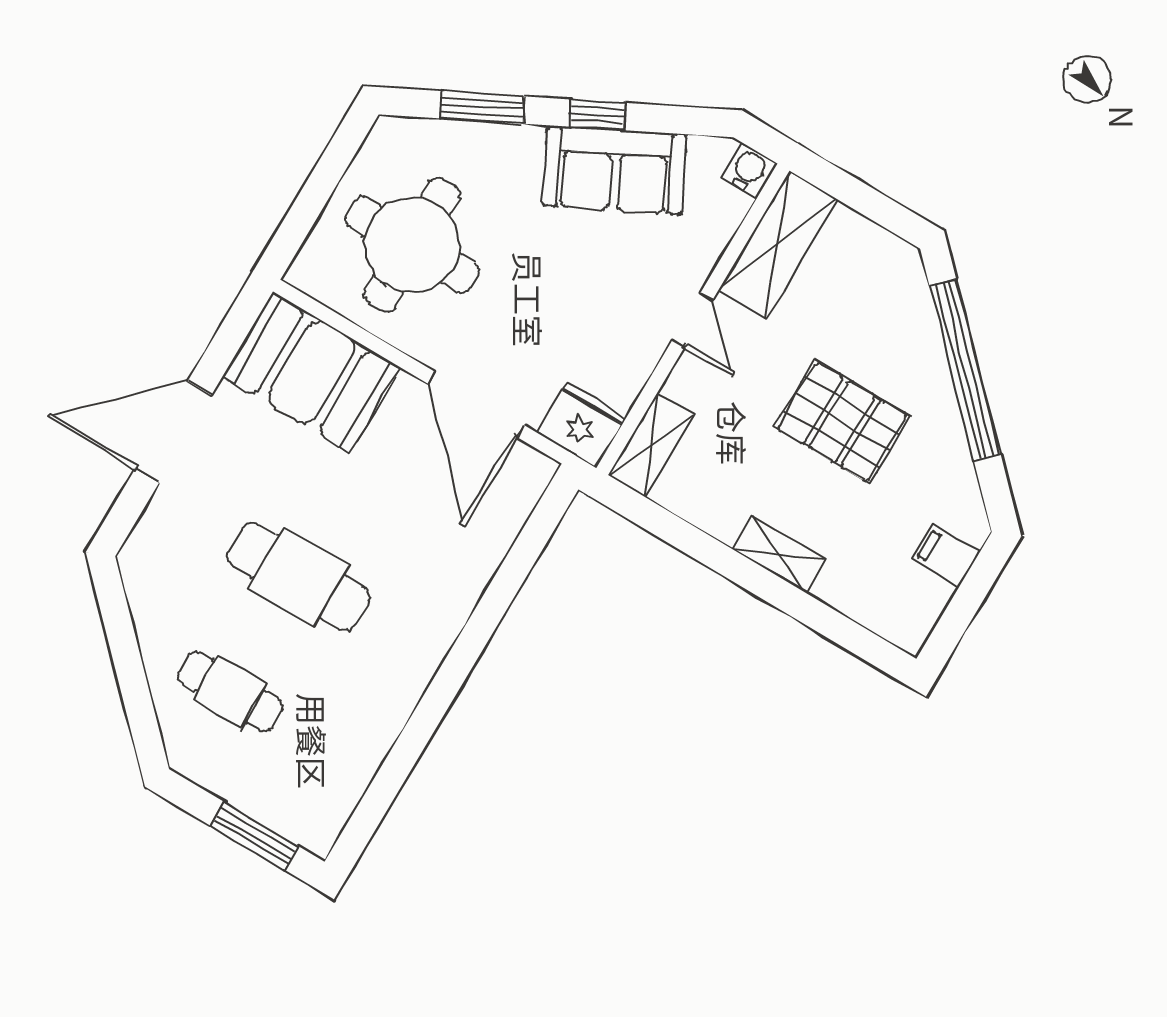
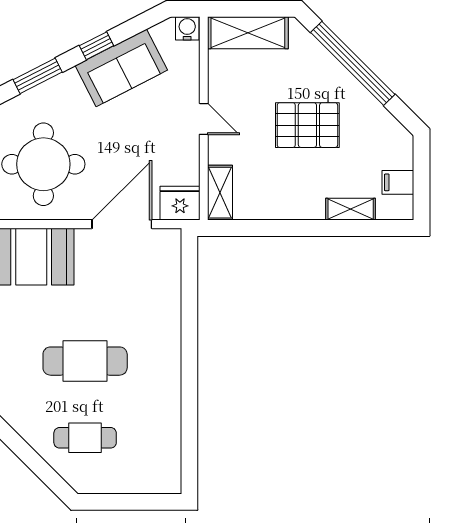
shelving: (778, 245) -> (248, 33), moved, turned 90
door: (476, 404) -> (122, 224), swing flipped
shelving: (779, 555) -> (351, 209), moved
filing cabinet: (946, 556) -> (398, 182), moved
window: (255, 836) -> (139, 502), removed

